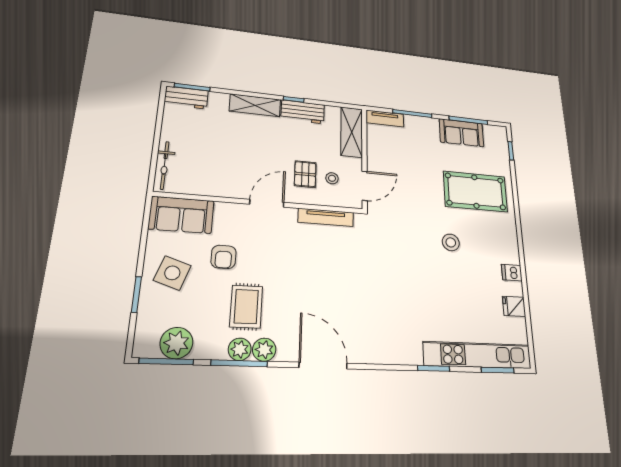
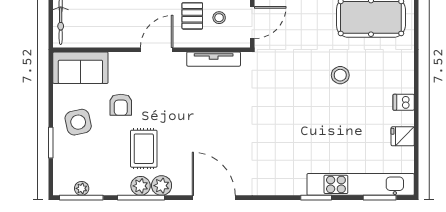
side table: (172, 273) -> (78, 122), turned -31
plant: (176, 343) -> (82, 188), width x0.53, depth x0.53

